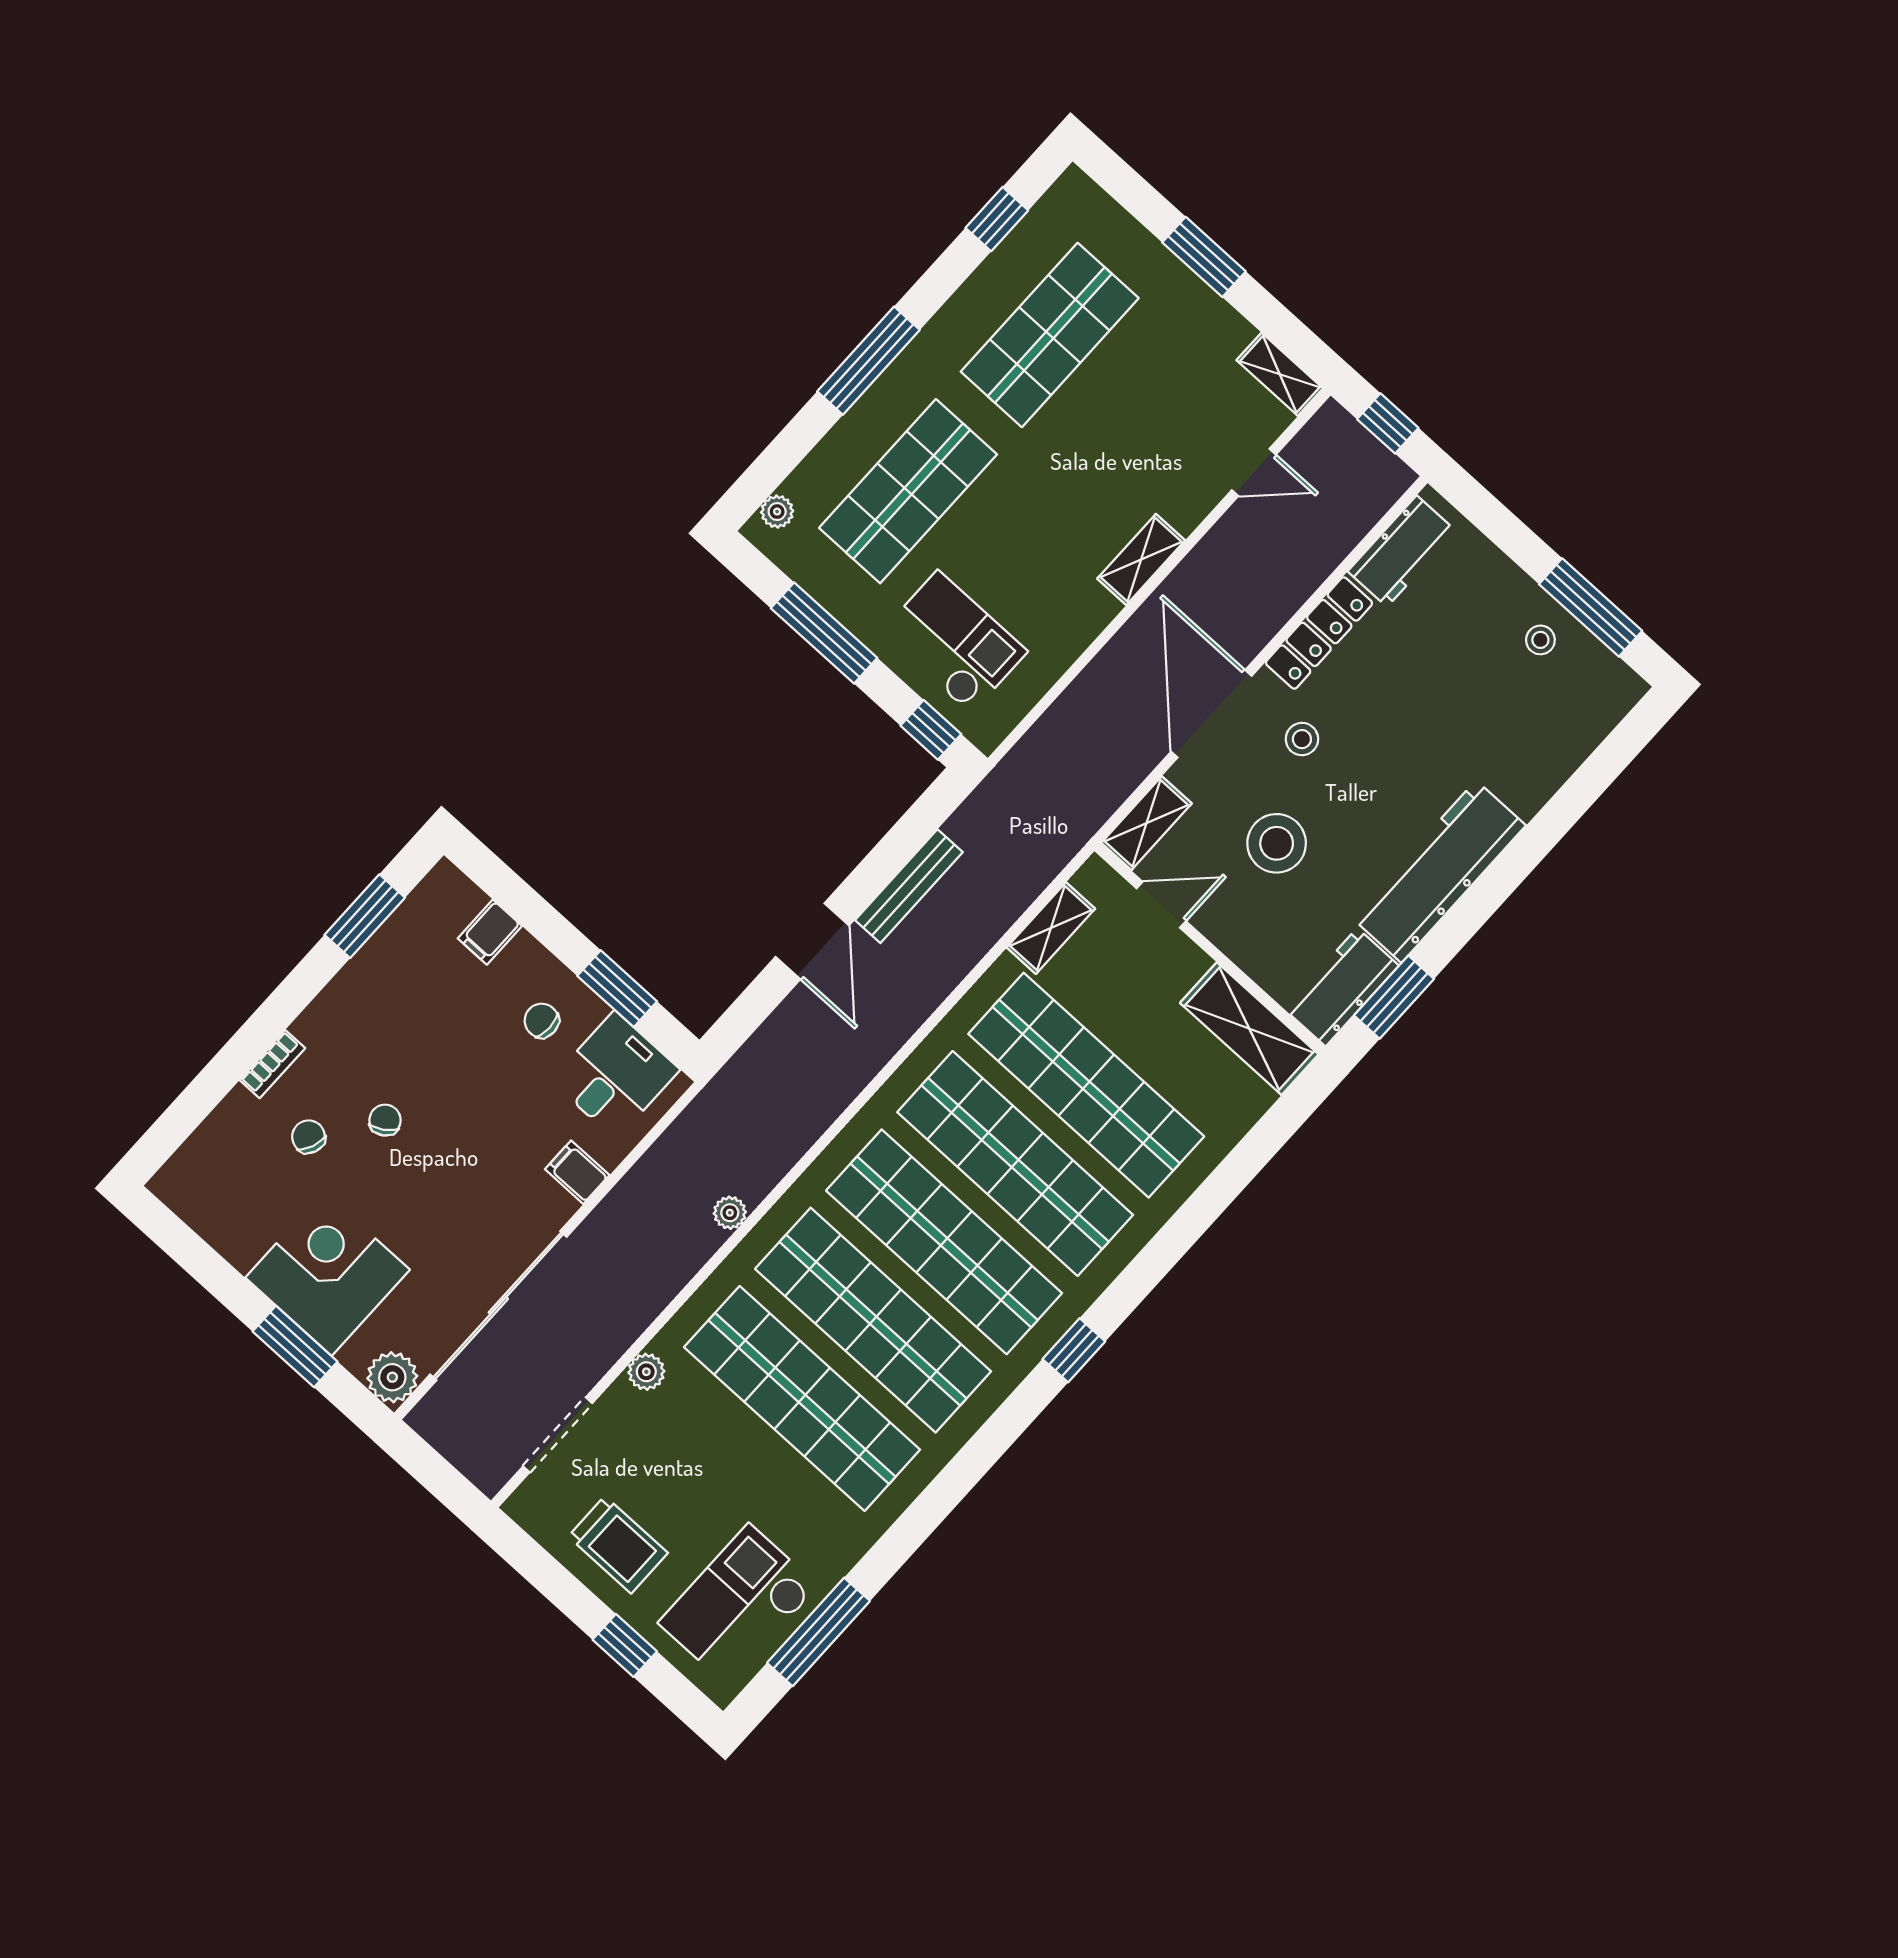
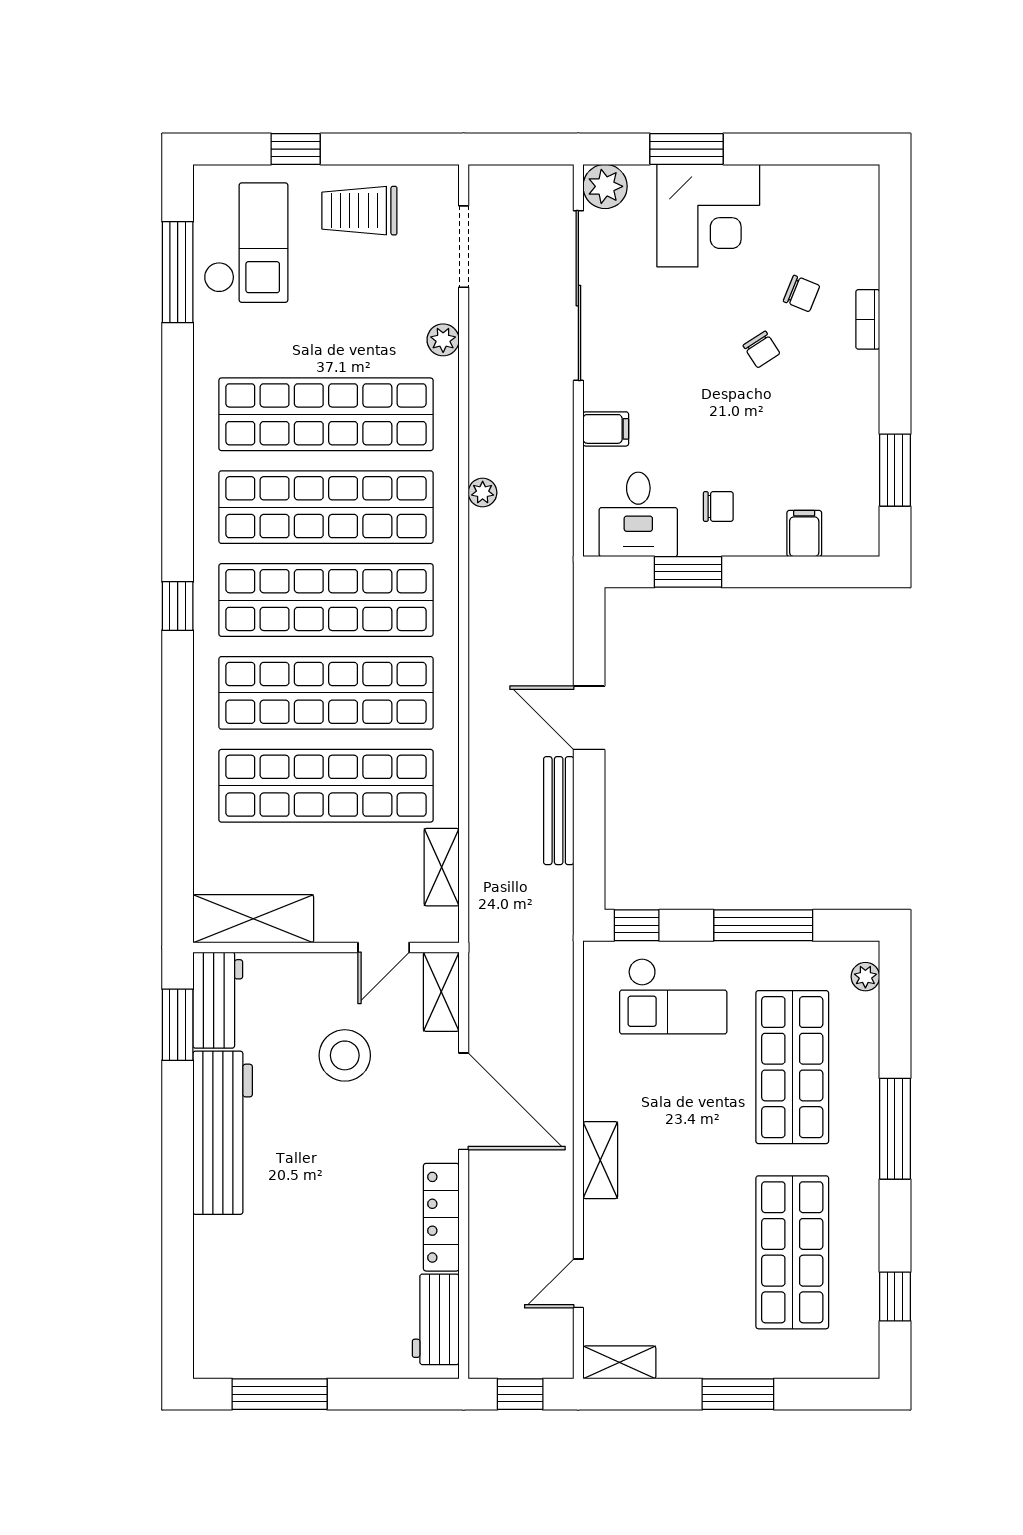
stool: (1540, 640) -> (293, 1343), removed
stool: (1302, 739) -> (390, 1138), removed

